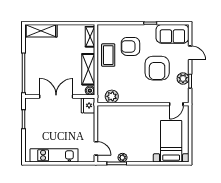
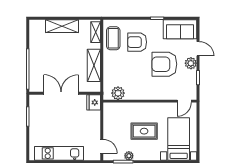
shelving: (41, 31) -> (62, 26), moved
coffee table: (108, 55) -> (113, 38), moved
armchair: (157, 68) -> (164, 64), turned 90
plant: (183, 78) -> (191, 63), moved
boiler: (90, 91) -> (96, 87), removed
rug: (137, 134) -> (144, 131), added

